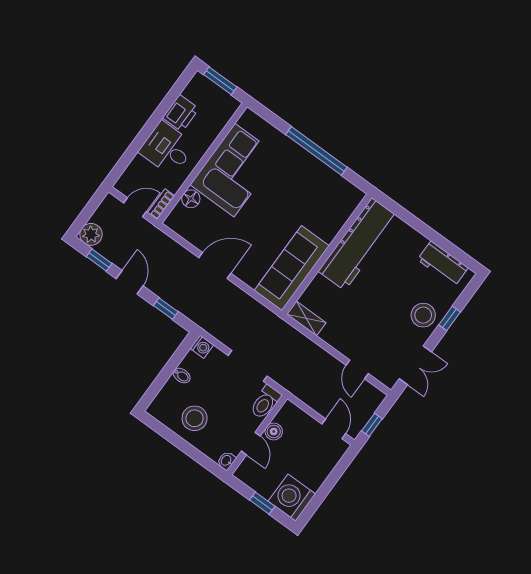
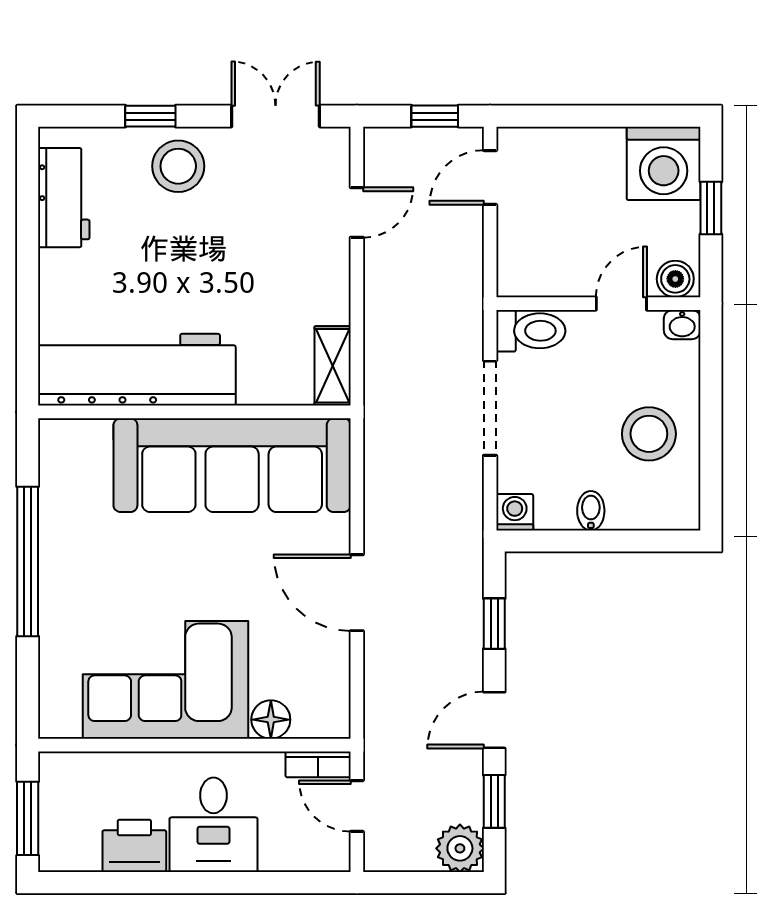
sofa: (292, 268) -> (232, 465), width x1.36, depth x1.27
boiler: (274, 431) -> (675, 279), moved

